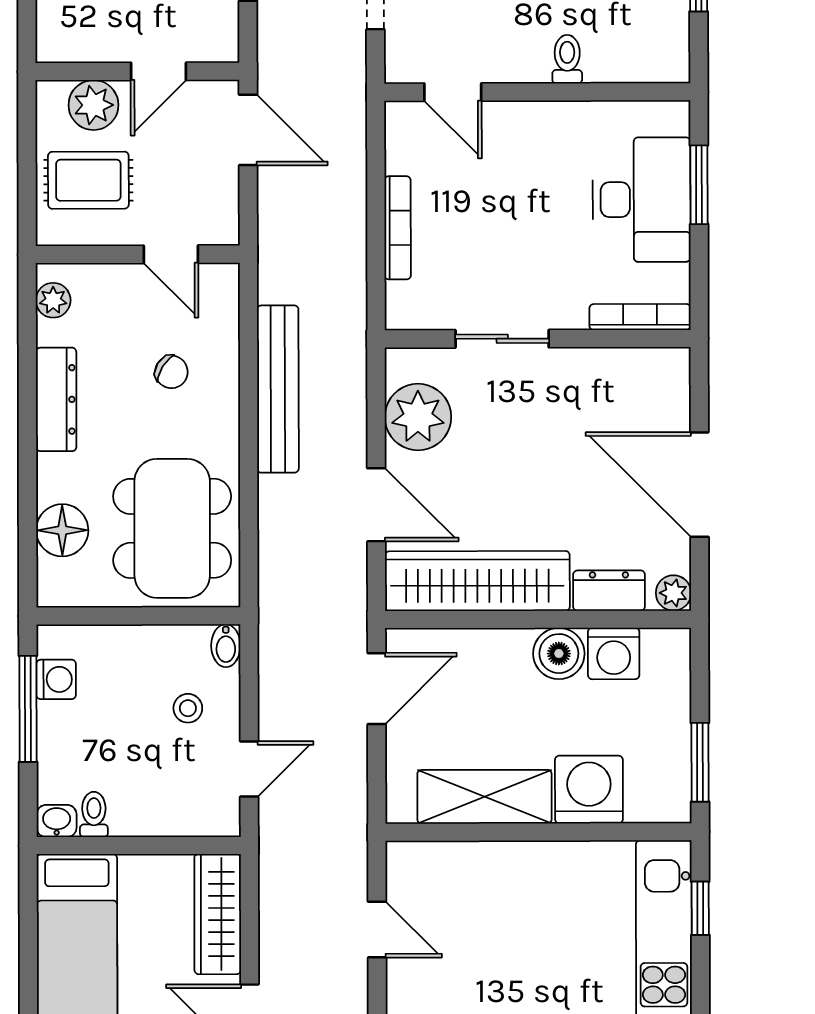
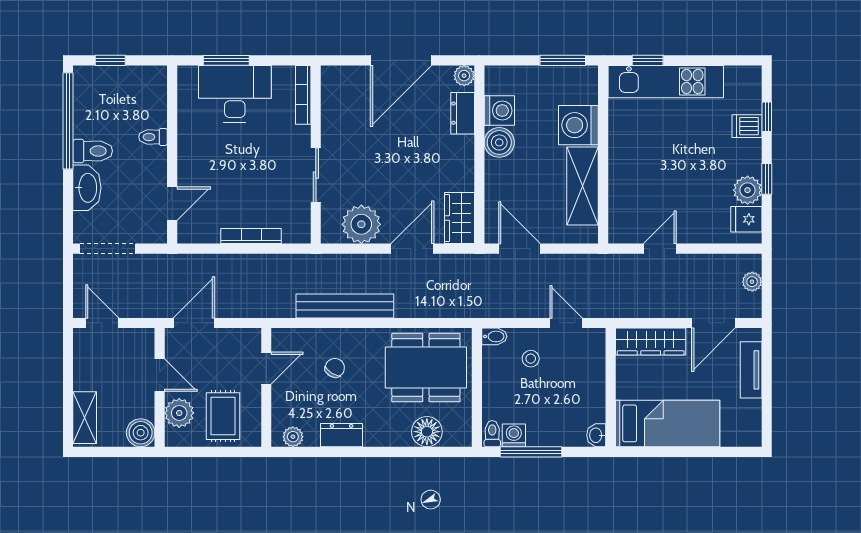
boiler: (60, 39) -> (141, 433), added
dresser: (56, 399) -> (342, 435), width x0.70
wardrobe: (477, 581) -> (459, 218), width x0.48, depth x0.85
toilet: (94, 814) -> (492, 434), moved, turned 90

